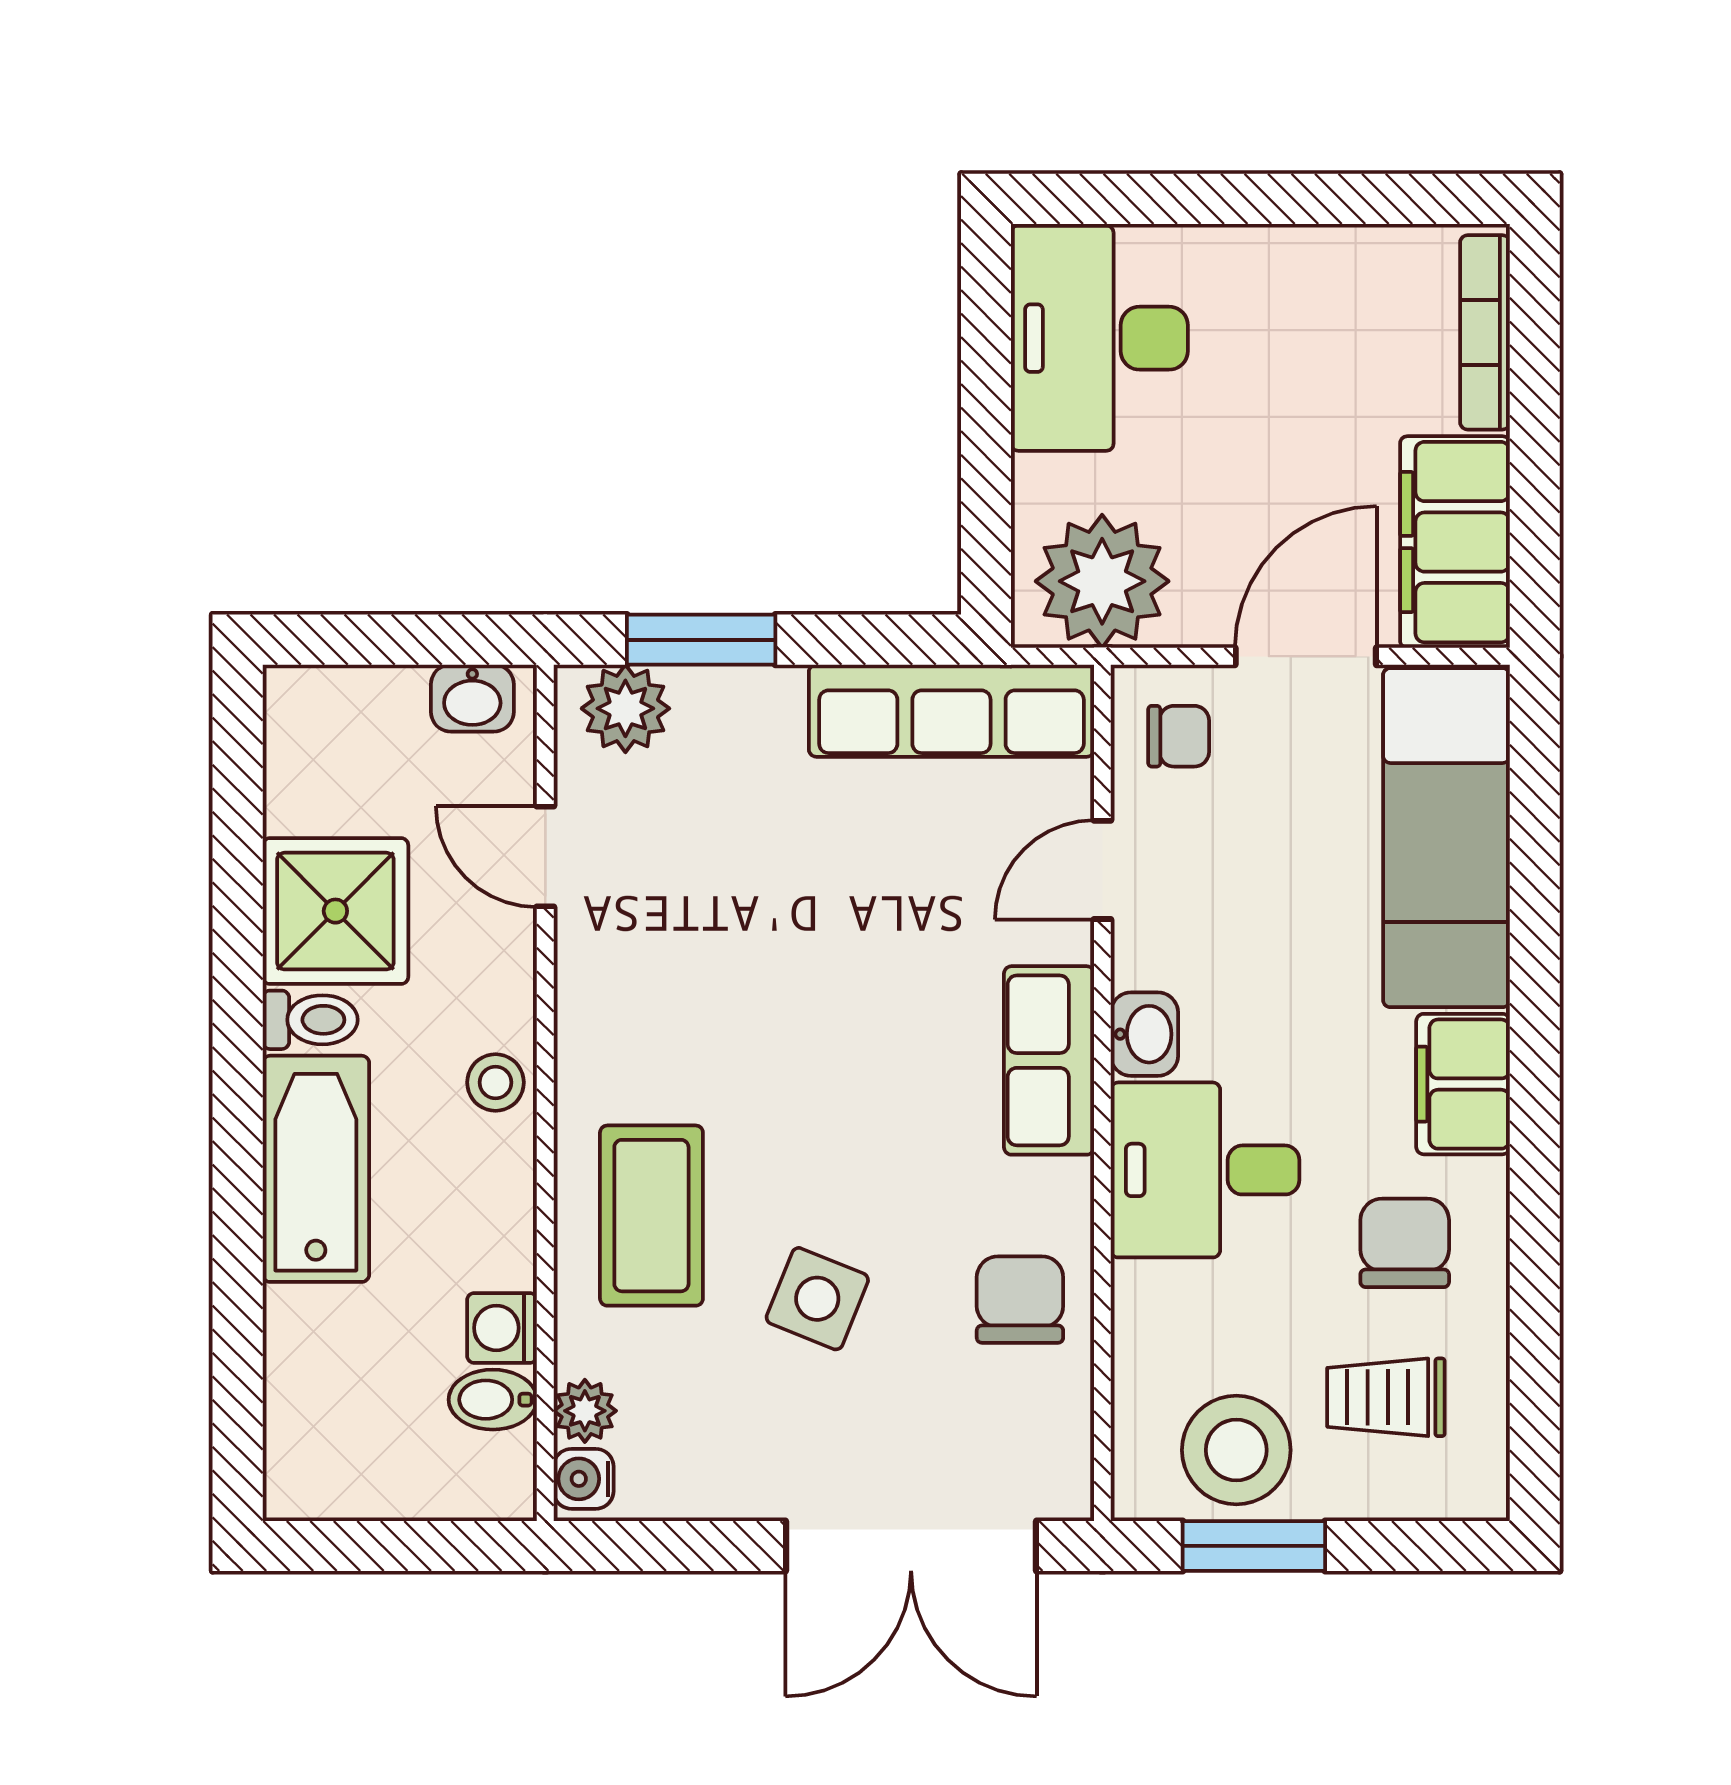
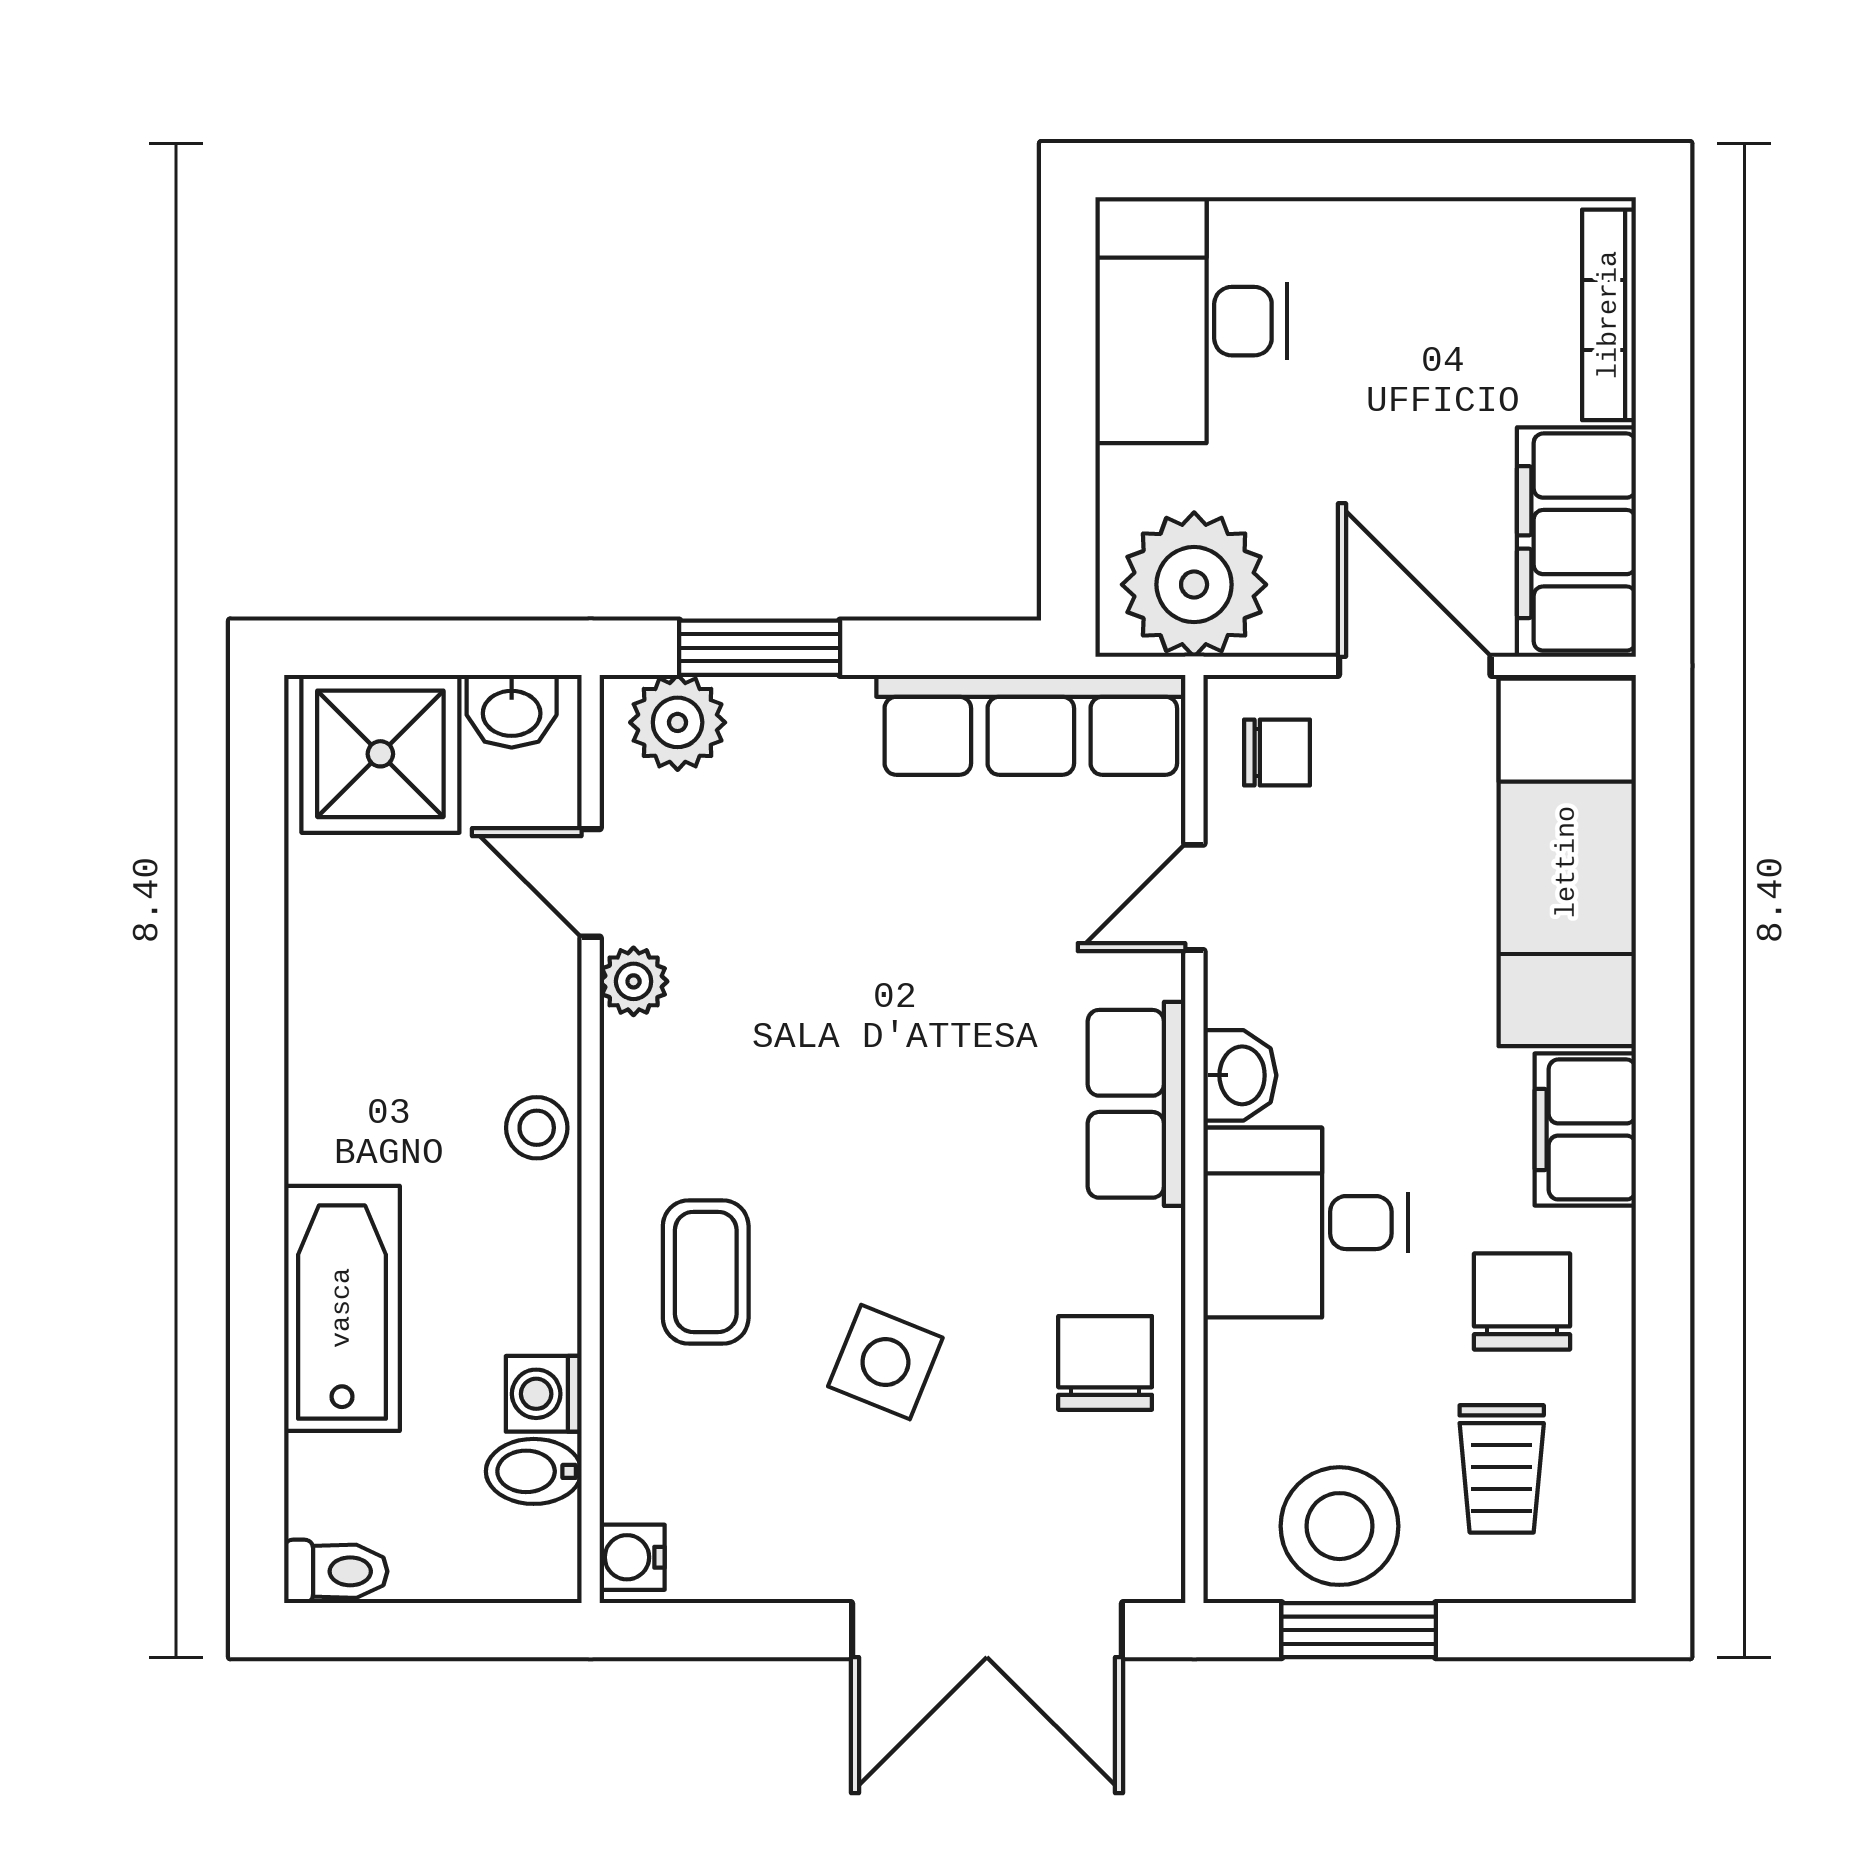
door: (1306, 656) -> (1415, 666), hinge flipped
shower: (335, 911) -> (380, 754), moved
toilet: (310, 1020) -> (336, 1571), moved
bathtub: (316, 1169) -> (342, 1308), moved
coffee table: (651, 1216) -> (706, 1272), width x0.73, depth x0.77
trolley: (1386, 1397) -> (1502, 1469), turned -90
plant: (585, 1411) -> (634, 981), moved

